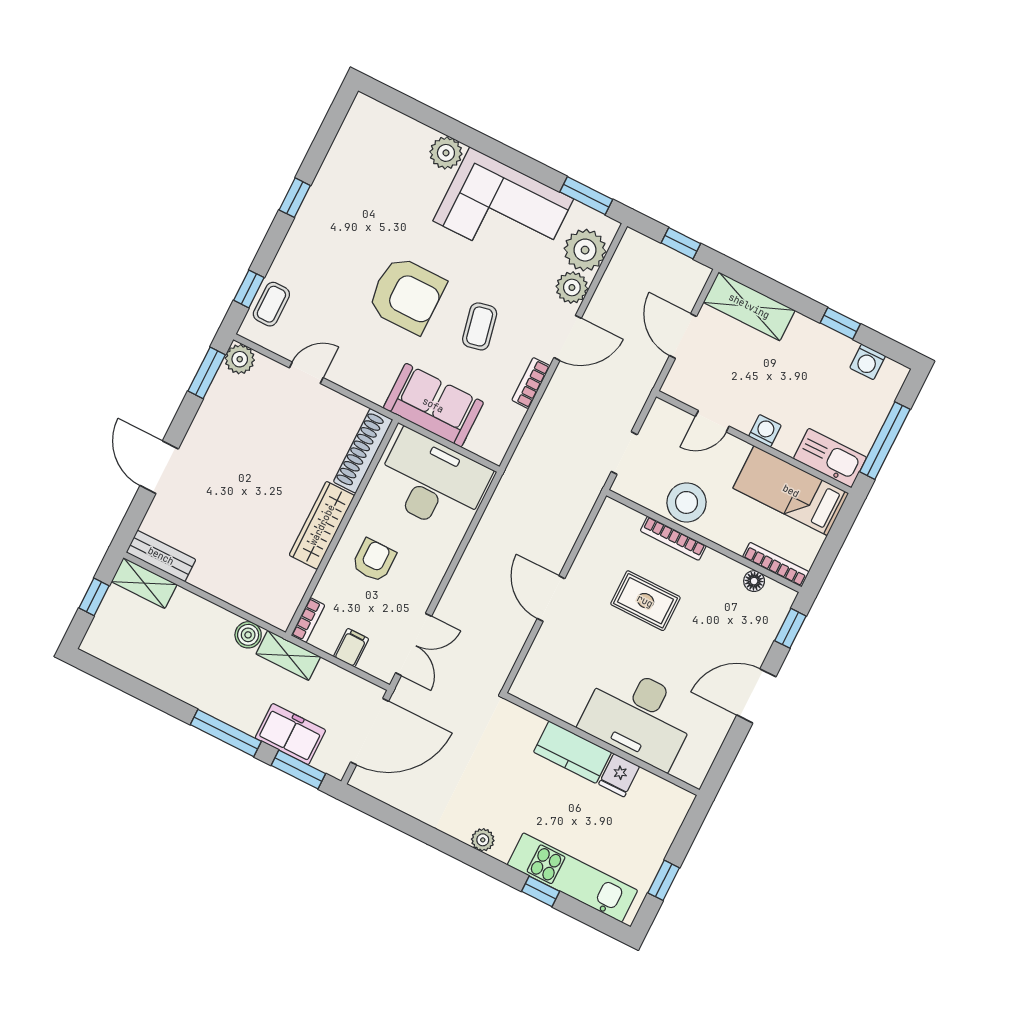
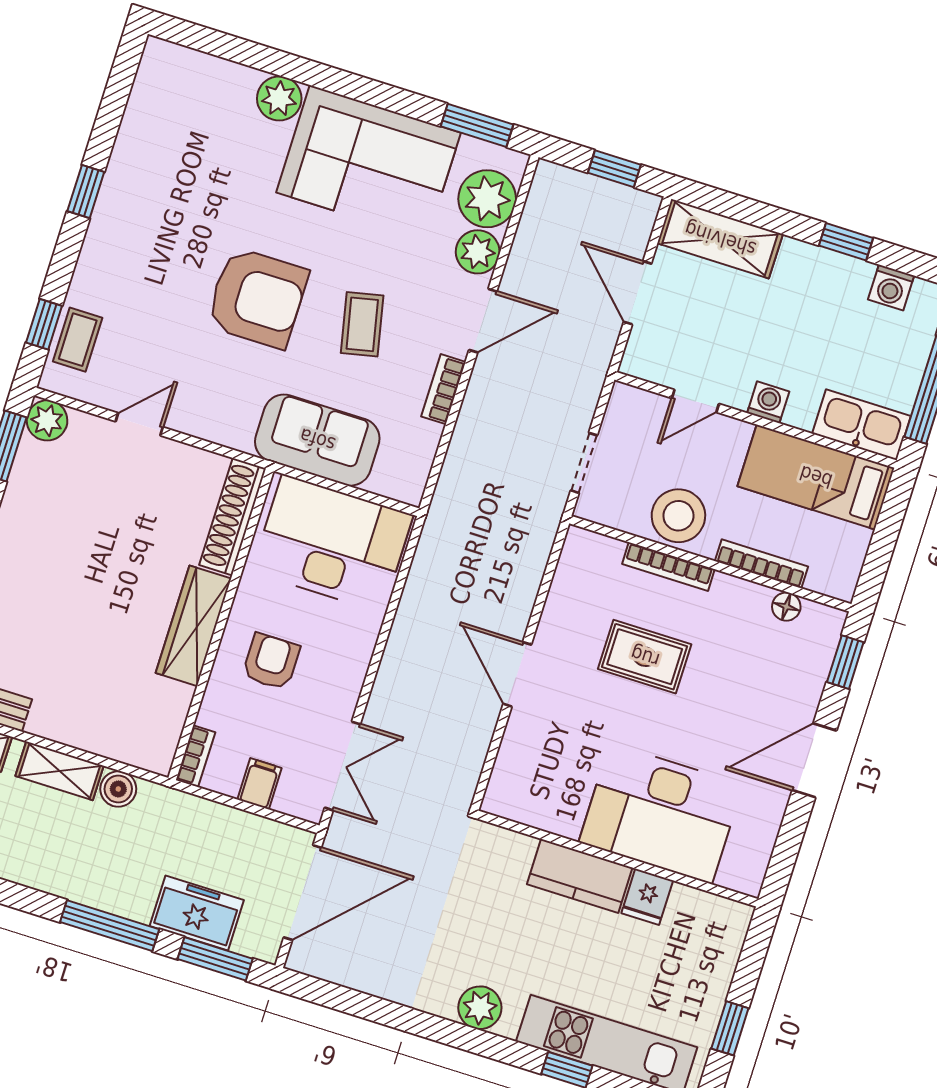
bookcase: (776, 564) -> (761, 564), moved
shelving: (288, 655) -> (60, 771), moved
plant: (483, 840) -> (480, 1008), width x1.38, depth x1.38

